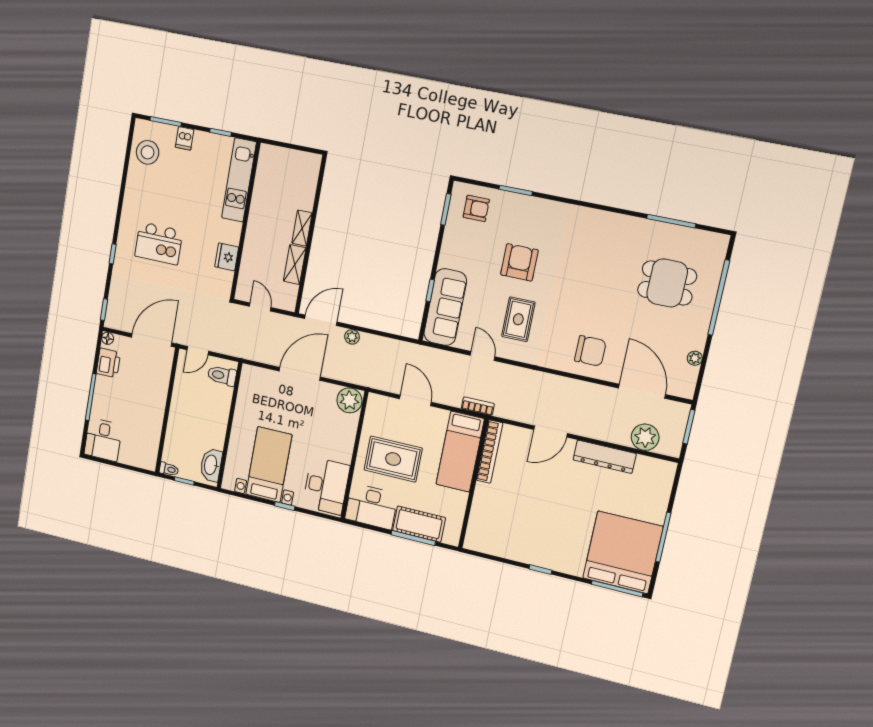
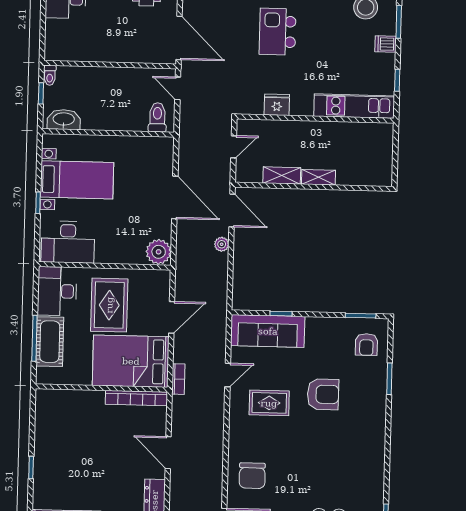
bed: (460, 452) -> (131, 361), width x1.50

